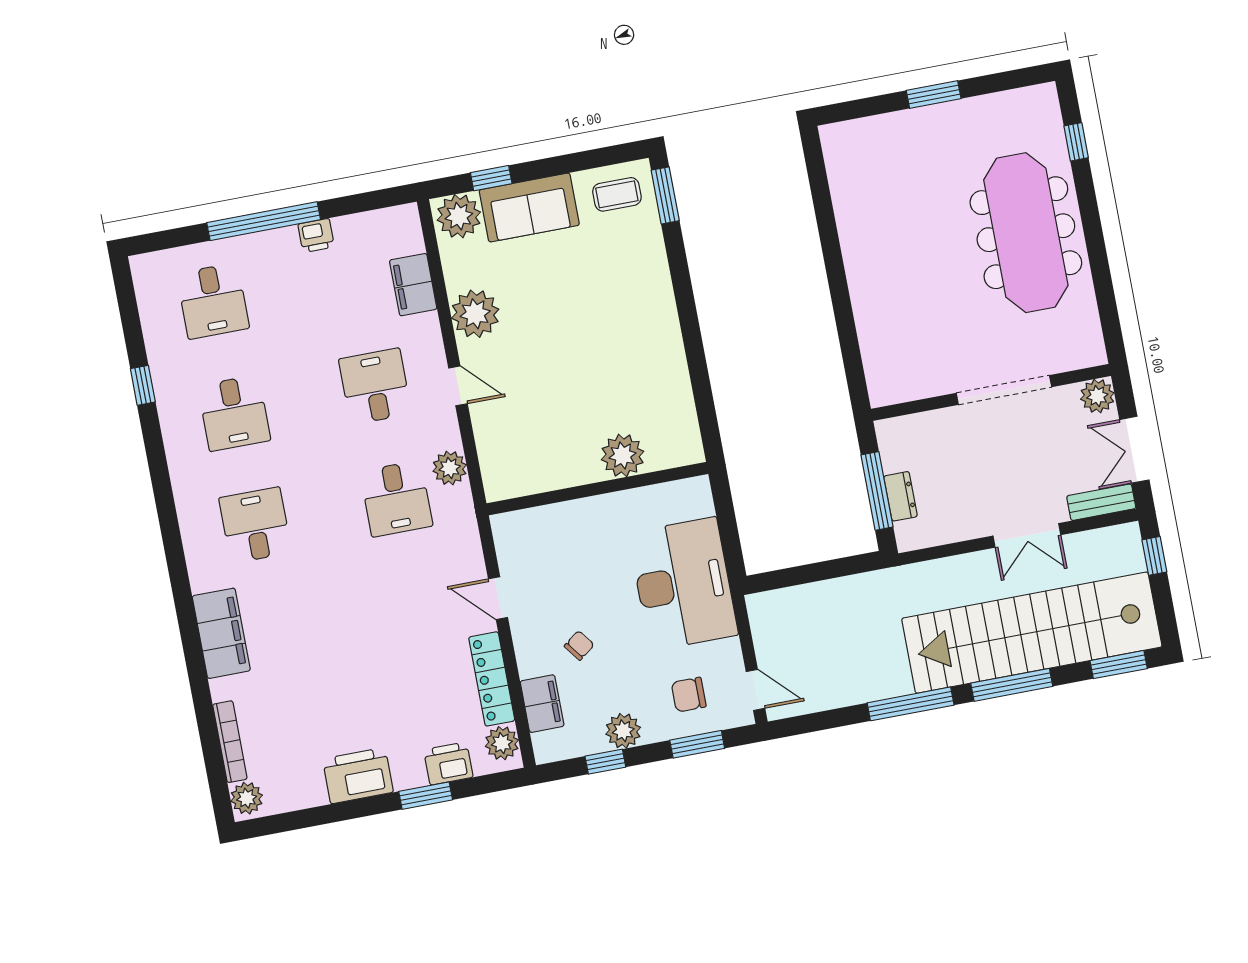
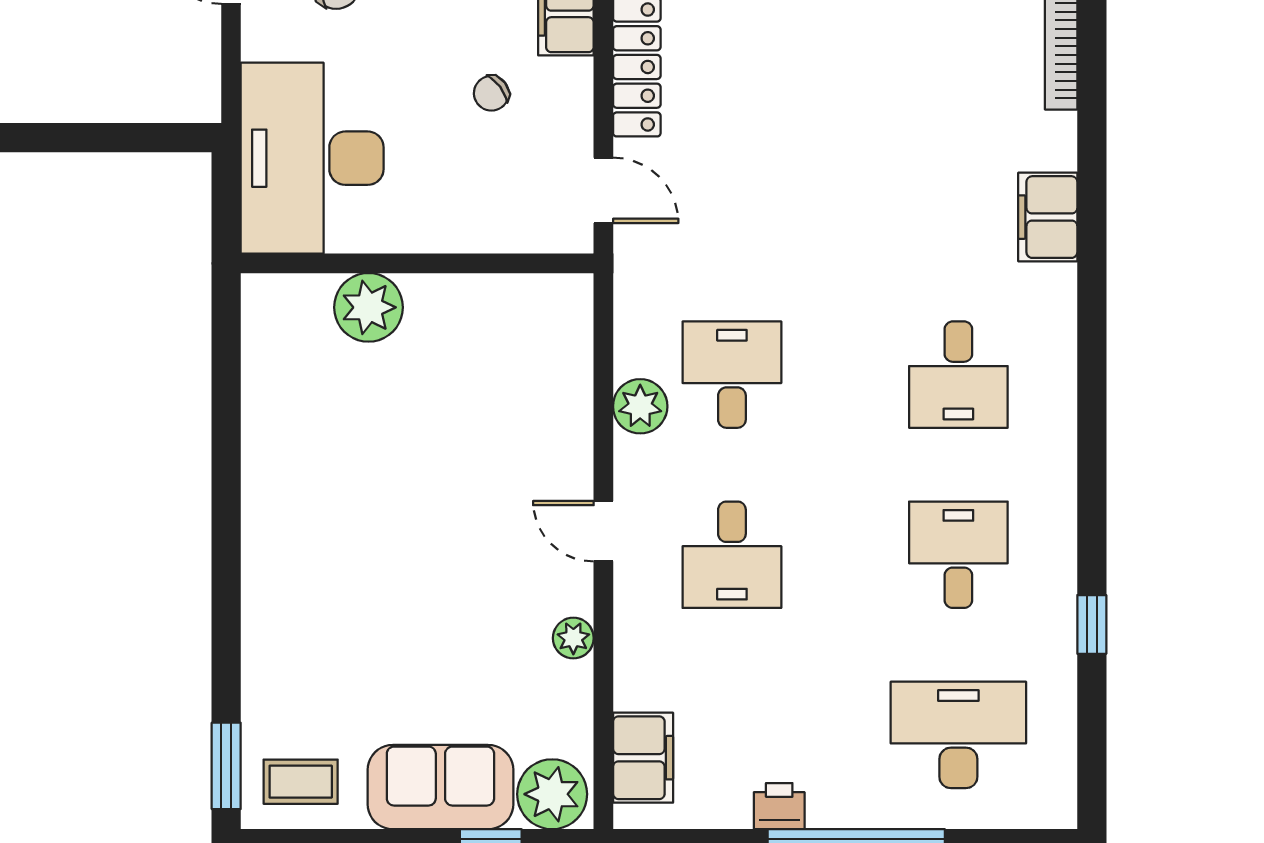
filing cabinet: (413, 285) -> (643, 758), moved
desk: (213, 301) -> (958, 735), width x1.37
plant: (475, 314) -> (573, 638), width x0.53, depth x0.53
plant: (623, 456) -> (368, 307), moved
wall: (597, 489) -> (417, 263), moved
filing cabinet: (221, 633) -> (1048, 217), width x0.67, depth x0.86

